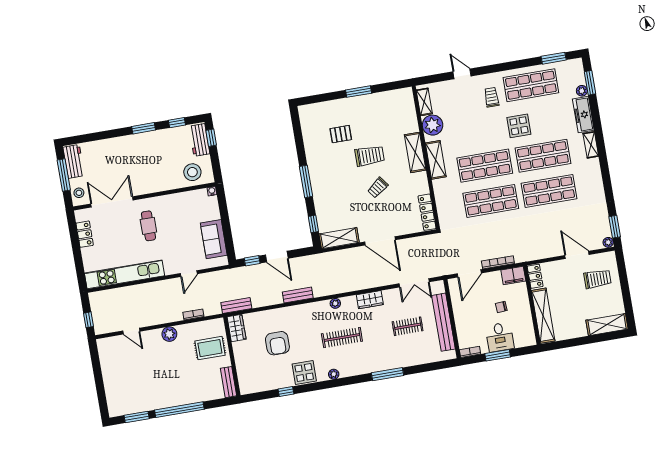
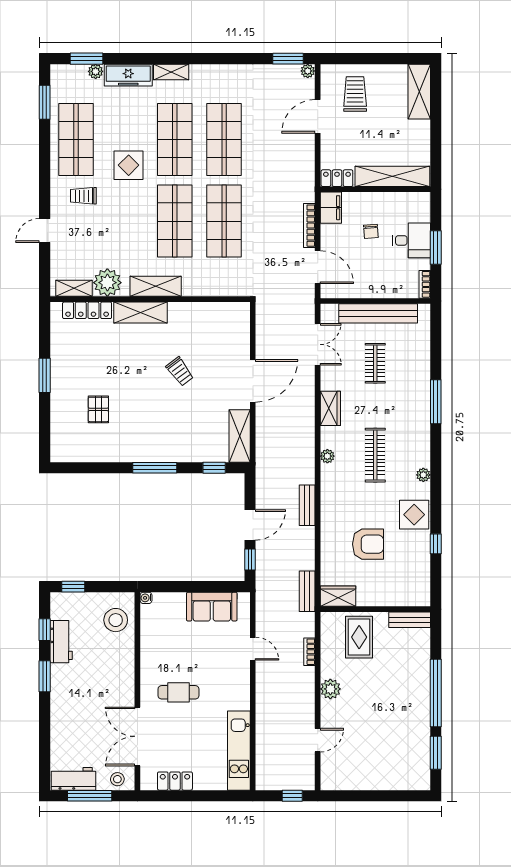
workbench: (199, 140) -> (61, 642), moved, turned -90
trolley: (370, 156) -> (135, 375), removed
locker: (427, 212) -> (87, 310), moved
kitchen unit: (124, 274) -> (239, 751), width x0.73

